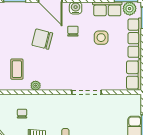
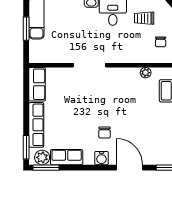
side table: (101, 38) -> (73, 125), removed
chair: (42, 39) -> (138, 124), removed

